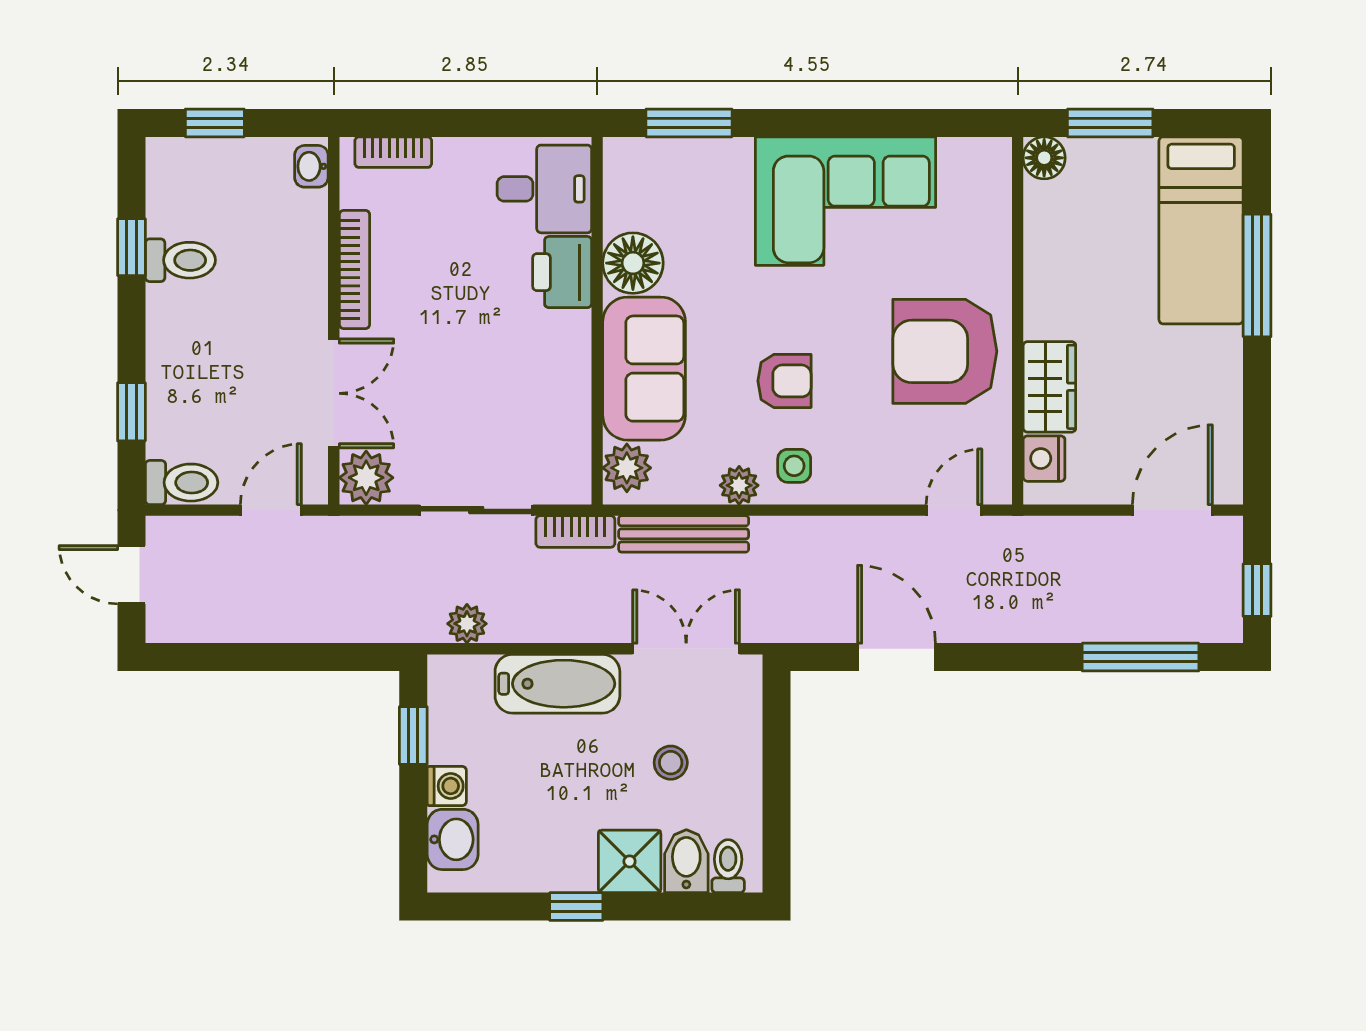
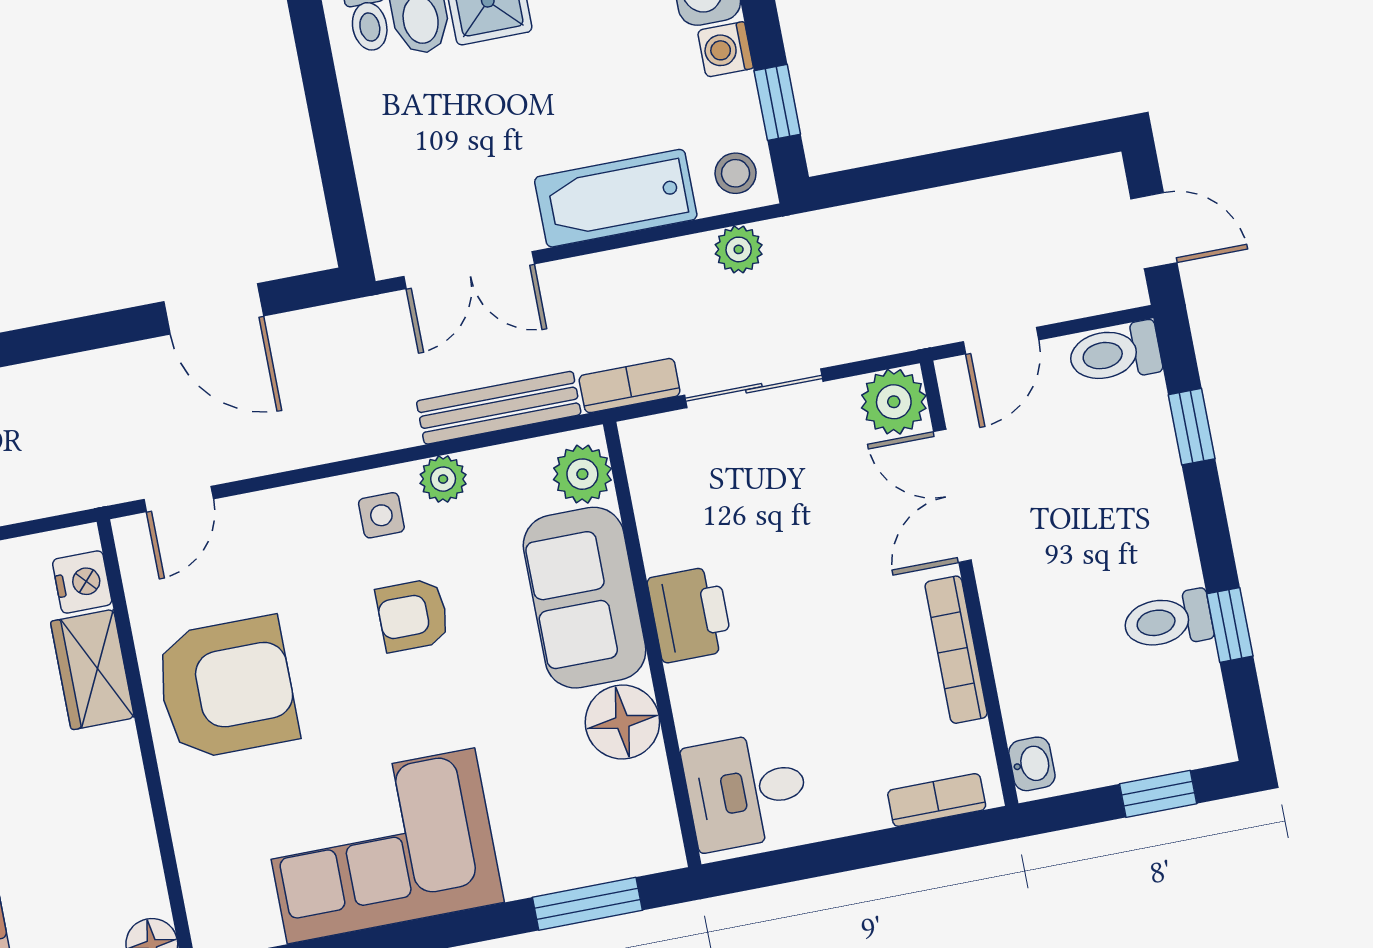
printer: (562, 272) -> (690, 614), moved
stool: (671, 763) -> (736, 173), moved

